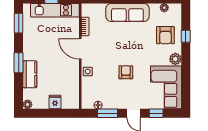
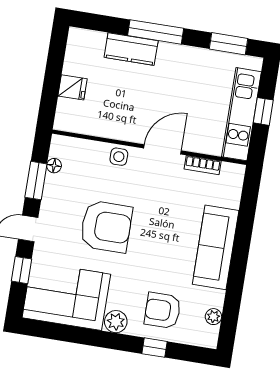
window: (19, 63) -> (156, 32), width x1.44
armchair: (126, 72) -> (106, 227), width x1.88, depth x1.88
plant: (28, 104) -> (76, 36), removed

